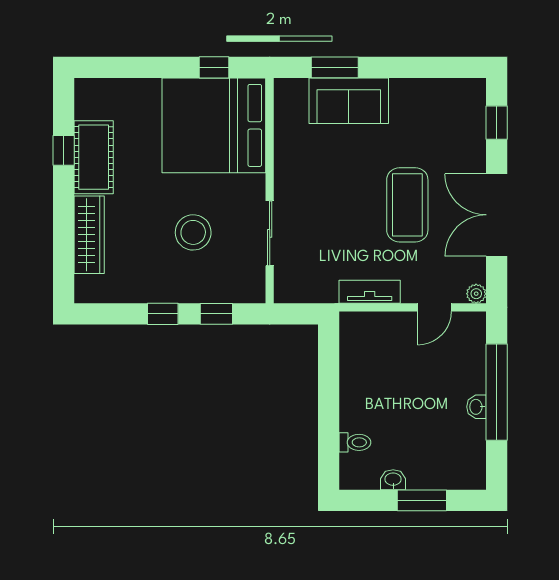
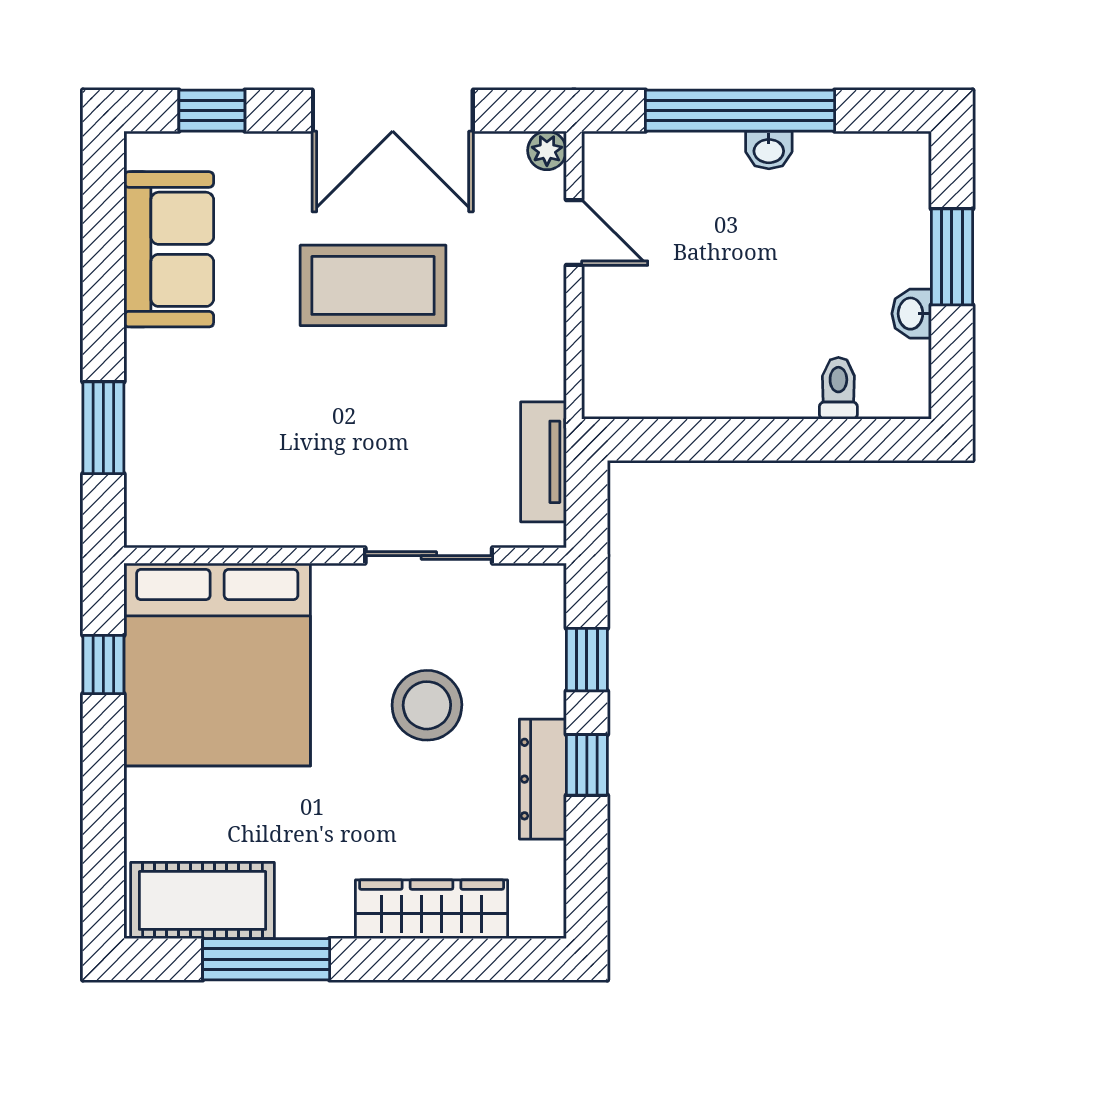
sofa: (349, 101) -> (169, 249), moved
window: (64, 150) -> (266, 959), width x2.17
cot: (94, 157) -> (203, 900), moved
dresser: (156, 292) -> (543, 779), added
tv unit: (370, 292) -> (543, 462), moved

